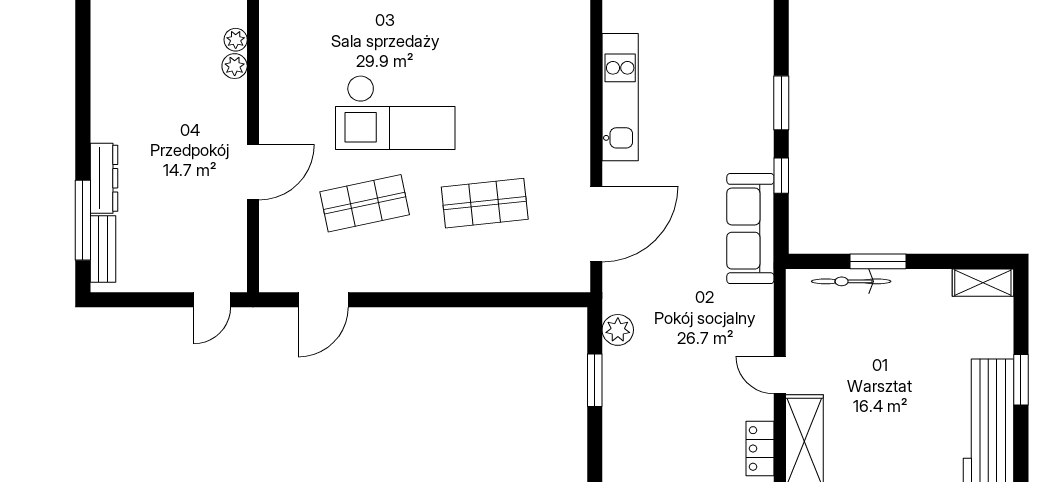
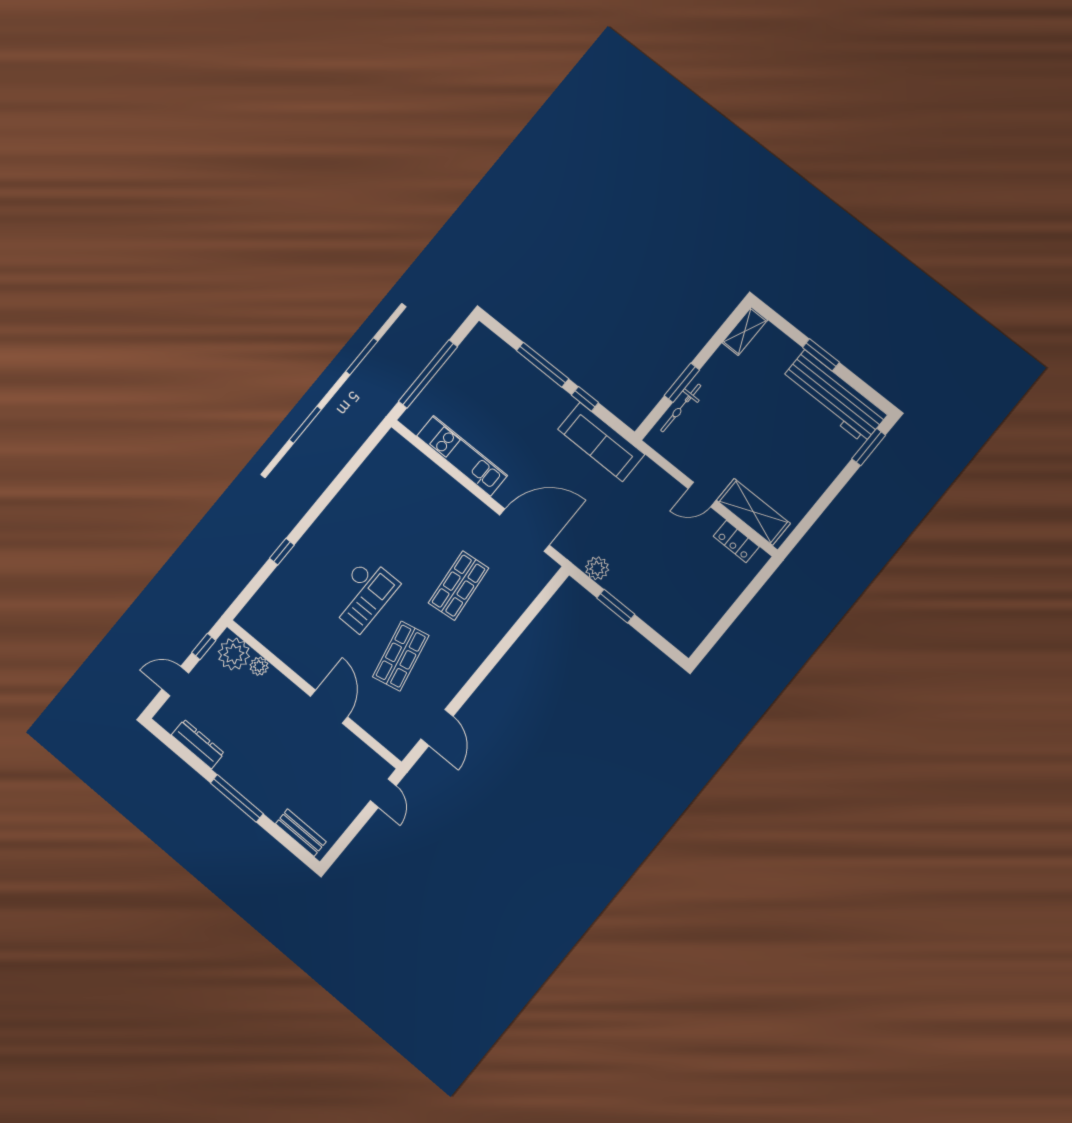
plant: (236, 40) -> (234, 654), width x1.88, depth x1.88
window: (781, 103) -> (543, 365), width x1.44
checkout: (395, 112) -> (363, 594), width x0.73, depth x0.83
dresser: (104, 178) -> (198, 744), moved
window: (83, 220) -> (237, 798), moved
door: (596, 224) -> (524, 530), hinge flipped

